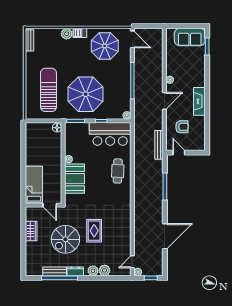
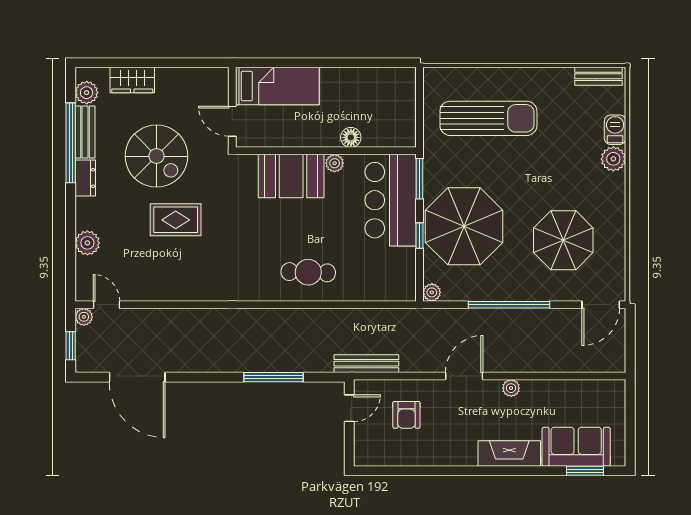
barbecue: (80, 33) -> (615, 130), moved
sofa: (190, 37) -> (576, 447), moved, turned 90
parasol: (105, 46) -> (563, 240), moved
parasol: (86, 94) -> (464, 226), moved
door: (164, 101) -> (464, 376), swing flipped
fireplace: (199, 101) -> (509, 454), moved
floor lamp: (57, 128) -> (351, 137), moved
bar counter: (110, 134) -> (391, 200), moved
door: (50, 205) -> (232, 121), hinge flipped
wardrobe: (31, 231) -> (132, 80), moved
door: (165, 236) -> (137, 377), moved
spiral stairs: (65, 239) -> (156, 156), turned 180
plant: (93, 271) -> (87, 93), moved

